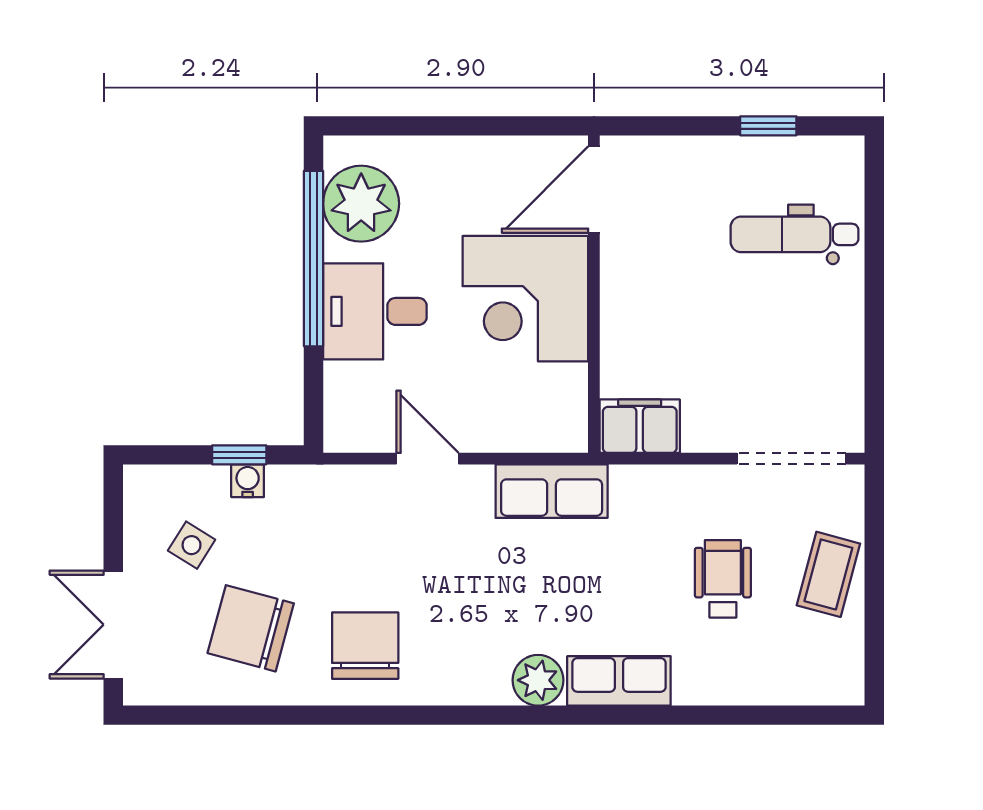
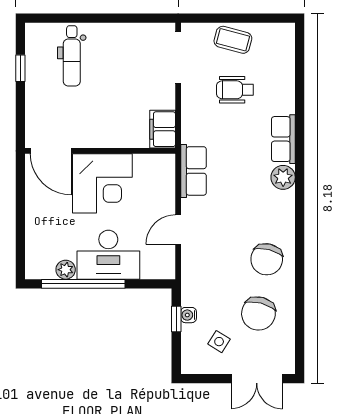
plant: (361, 204) -> (66, 270), width x0.53, depth x0.53
desk: (375, 311) -> (108, 255), width x1.37
chair: (365, 646) -> (267, 259), turned -76

